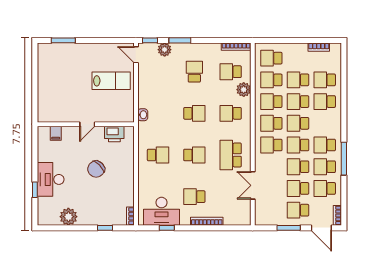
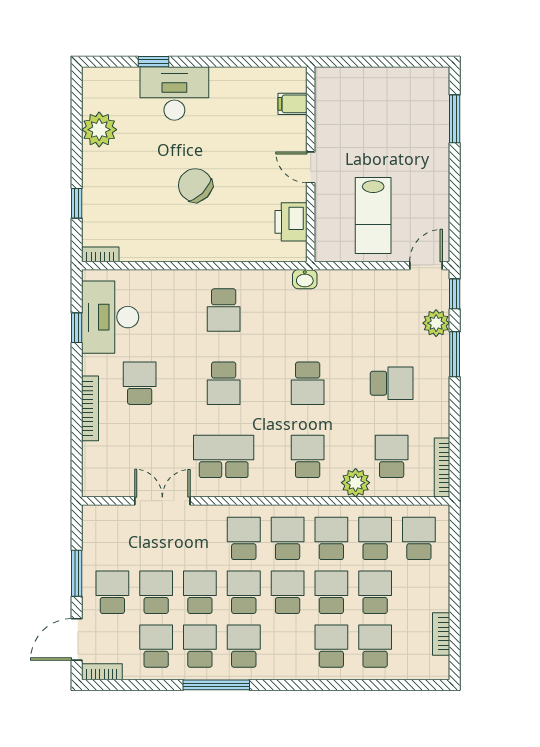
wall: (86, 124) -> (311, 164), moved
door: (87, 124) -> (311, 167), moved
filing cabinet: (56, 133) -> (293, 104), moved
printer: (114, 134) -> (291, 222), moved

